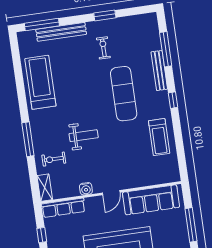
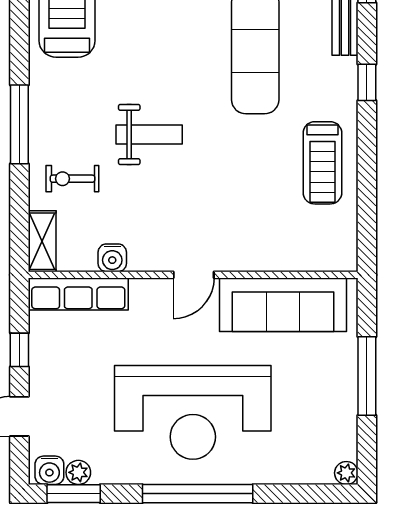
water cooler: (86, 189) -> (112, 258), moved

